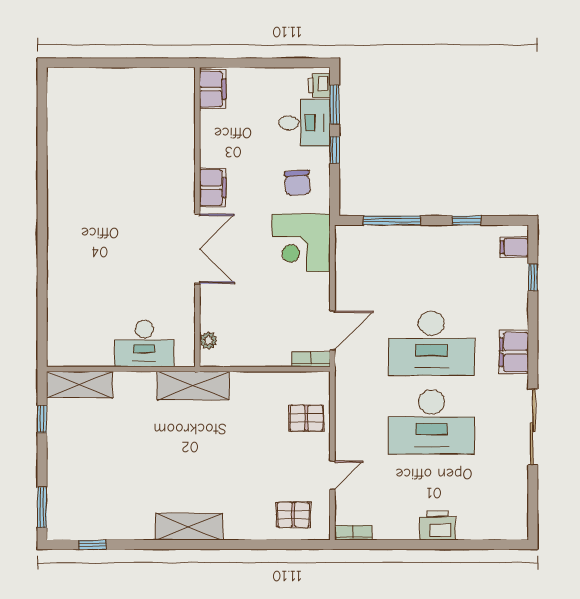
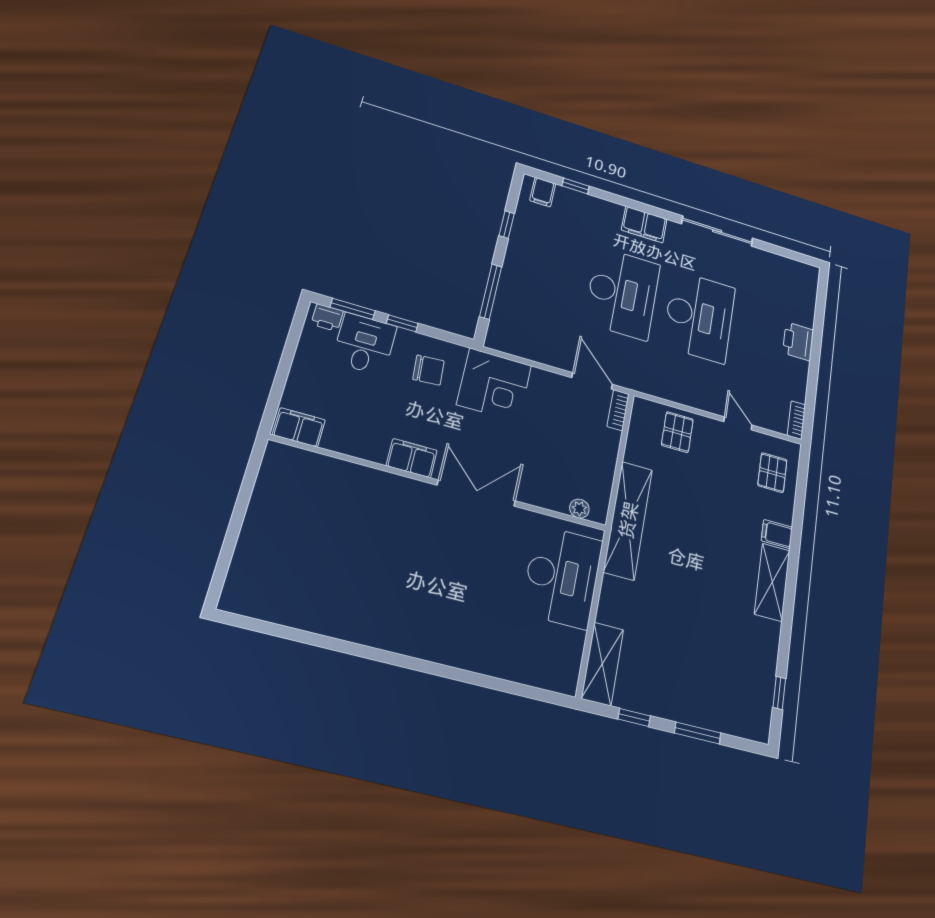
desk: (144, 343) -> (562, 577), width x1.36, depth x1.30
shelving: (193, 386) -> (628, 520), width x1.47
window: (42, 507) -> (698, 733), moved
filing cabinet: (235, 526) -> (777, 534), added

